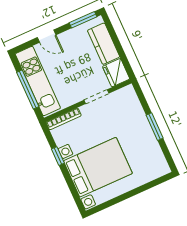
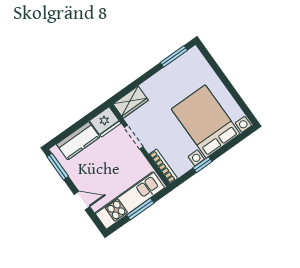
door: (47, 36) -> (82, 201), hinge flipped
window: (28, 89) -> (140, 209), width x0.69
wardrobe: (130, 100) -> (131, 102), added
window: (155, 127) -> (174, 56), moved

